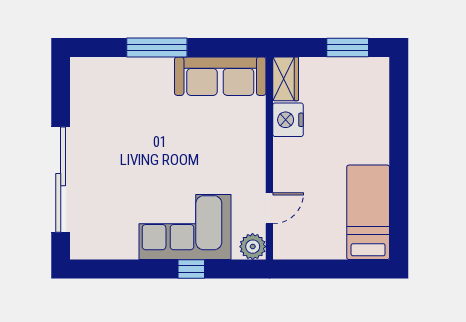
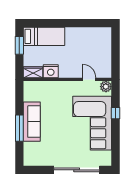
sofa: (220, 76) -> (32, 122), moved
bed: (368, 212) -> (44, 36), moved, turned 180
corner sofa: (185, 227) -> (92, 123), width x1.36, depth x1.36

